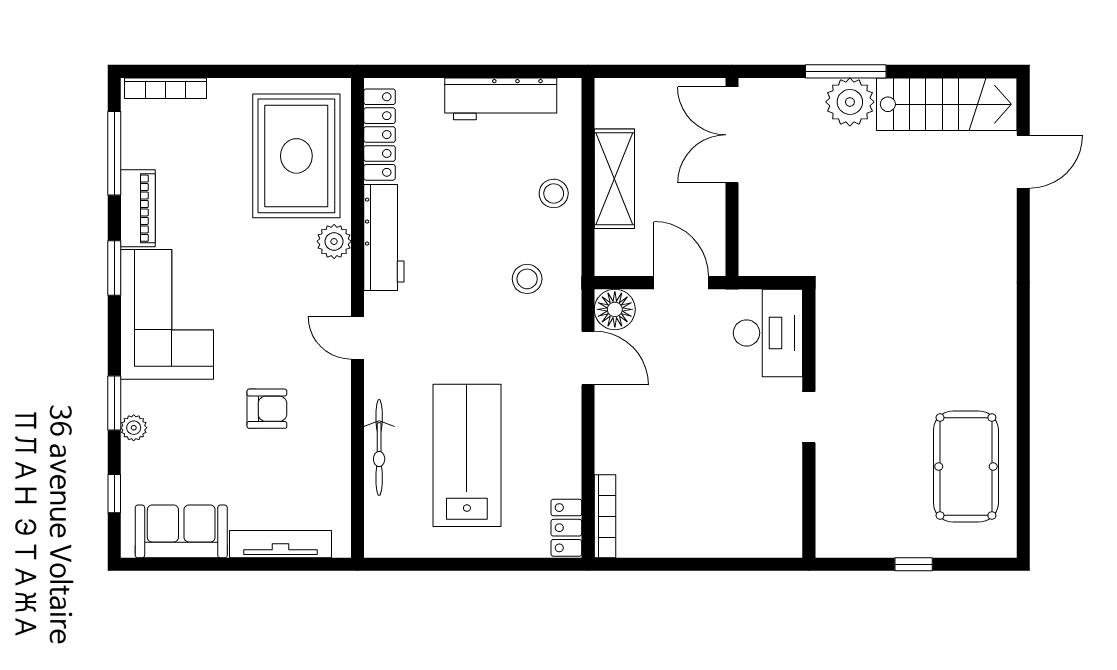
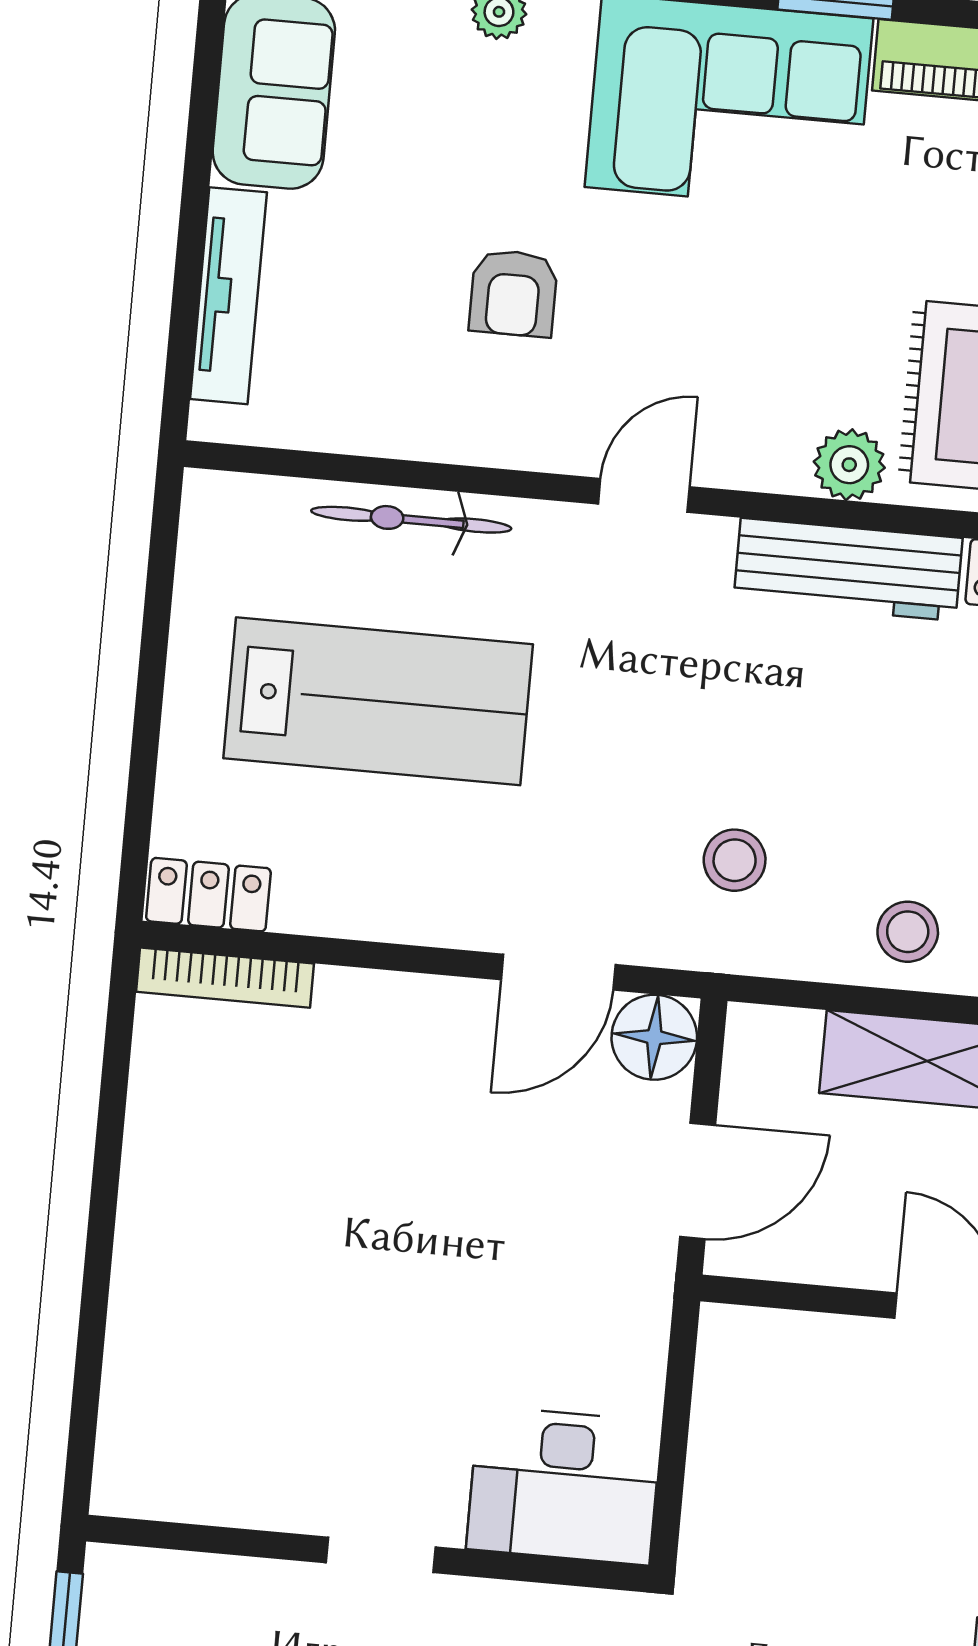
desk: (768, 333) -> (564, 1485), moved
doorway: (809, 417) -> (381, 1555), moved
wall: (809, 423) -> (368, 1554), moved

